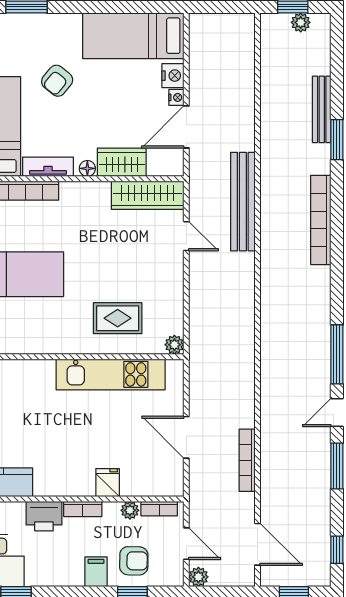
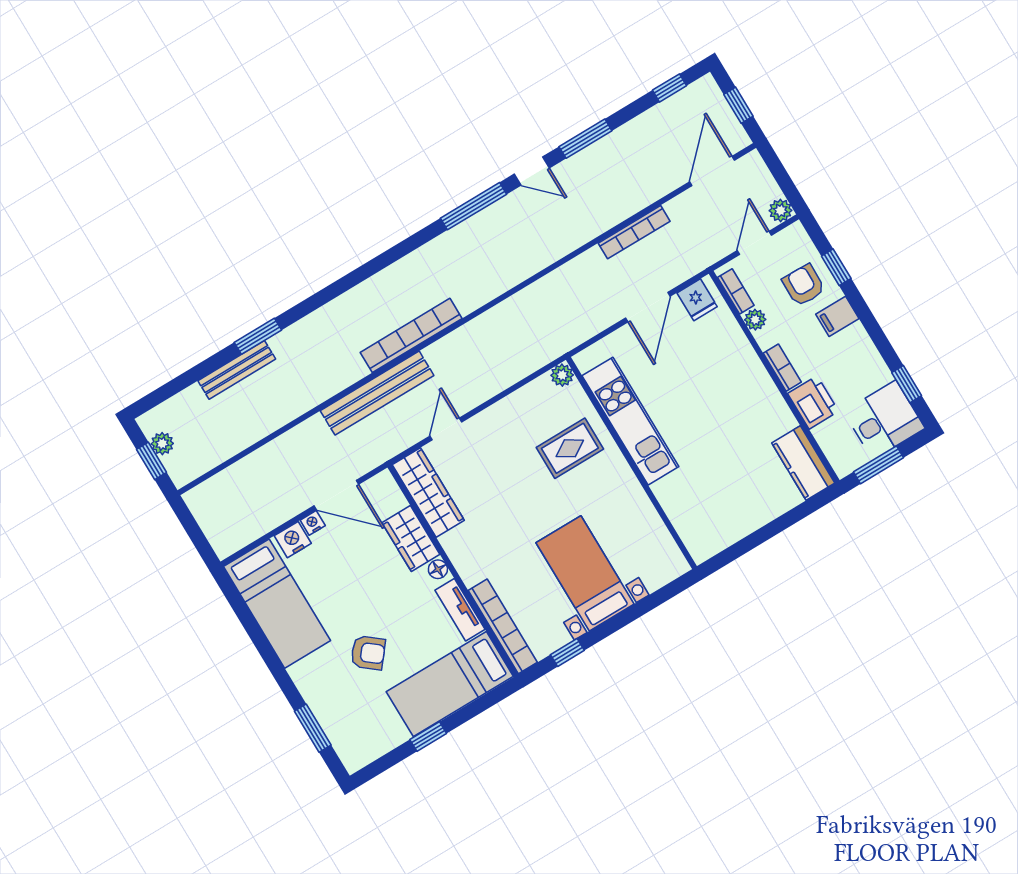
bookcase: (321, 220) -> (411, 335), moved, turned 180
rug: (118, 318) -> (570, 448), turned 90
fridge: (108, 483) -> (697, 300), moved, turned -90

